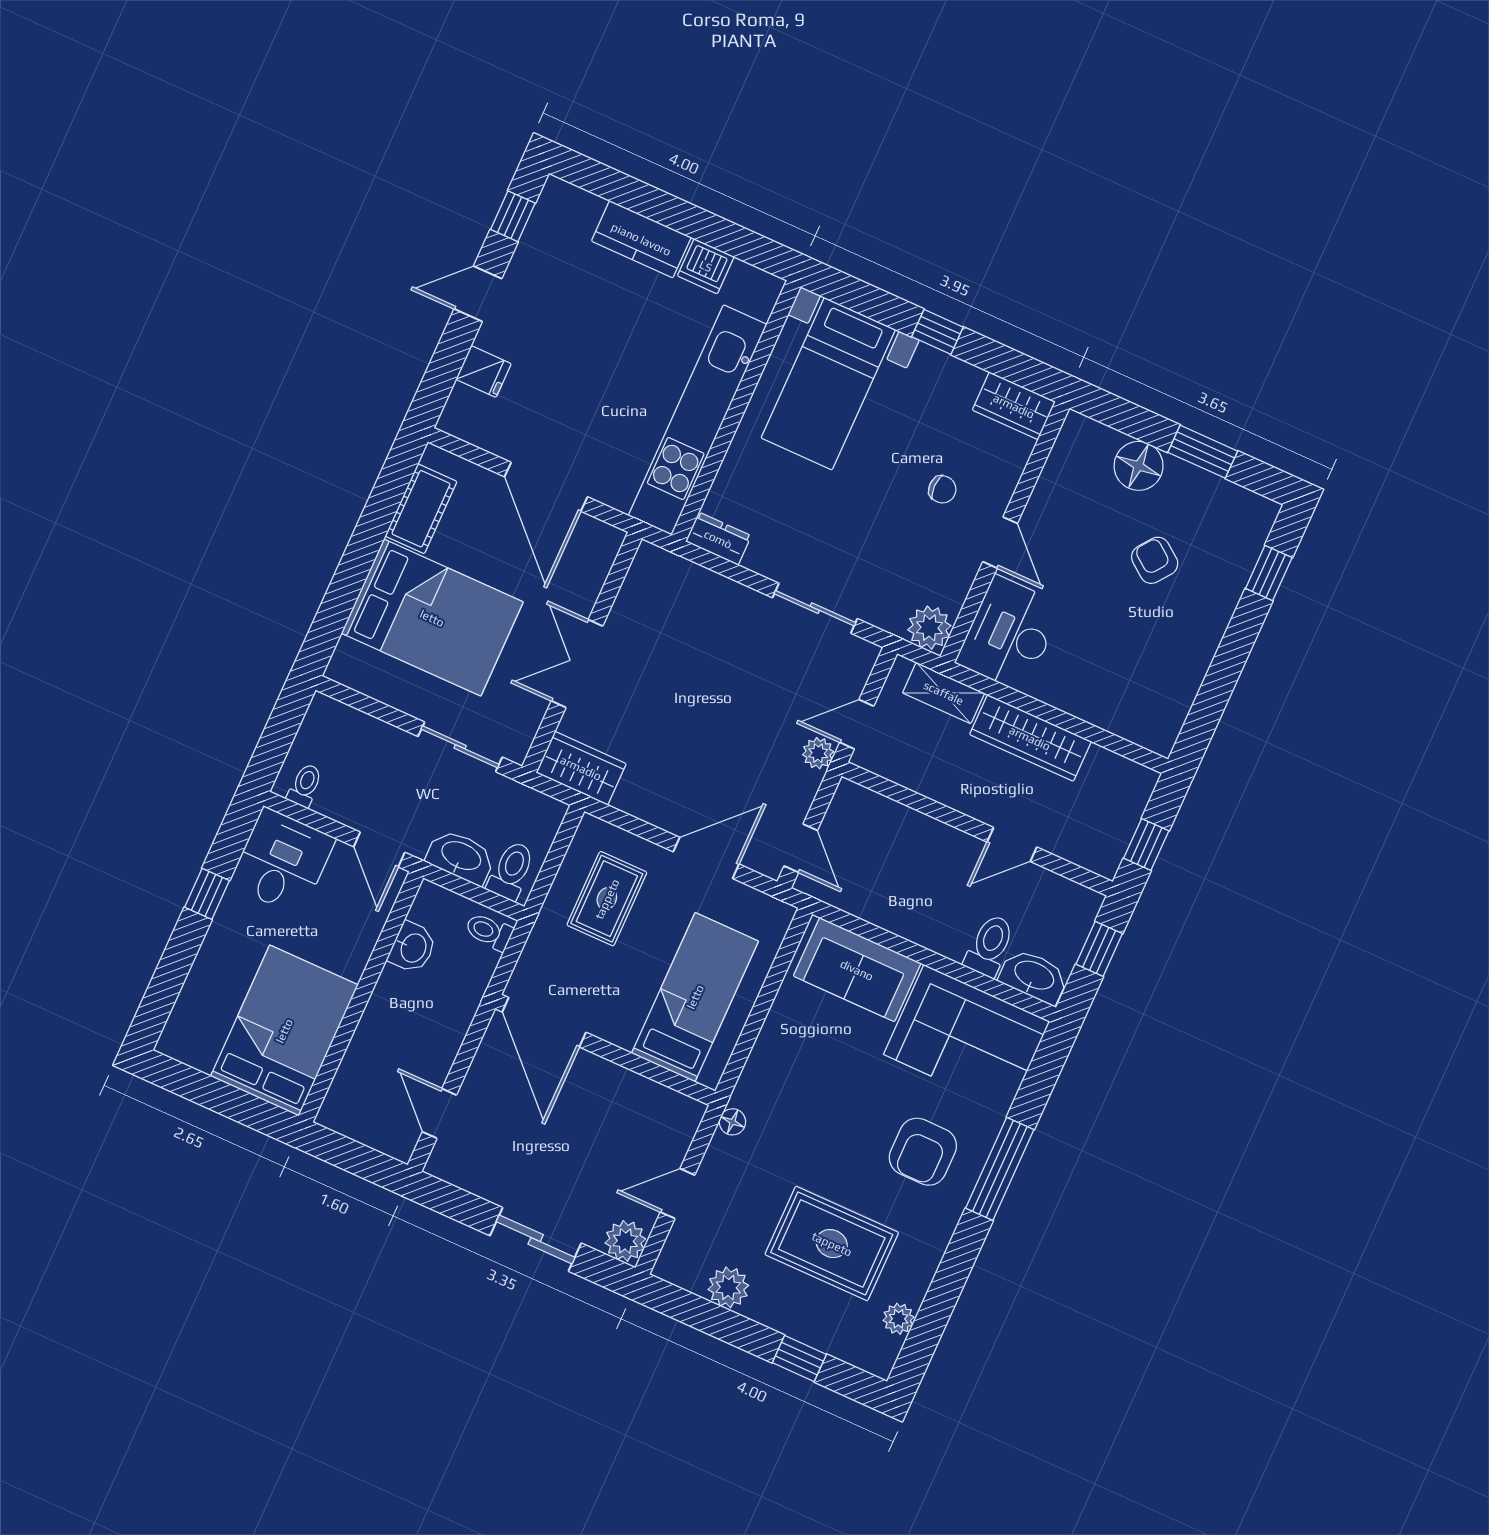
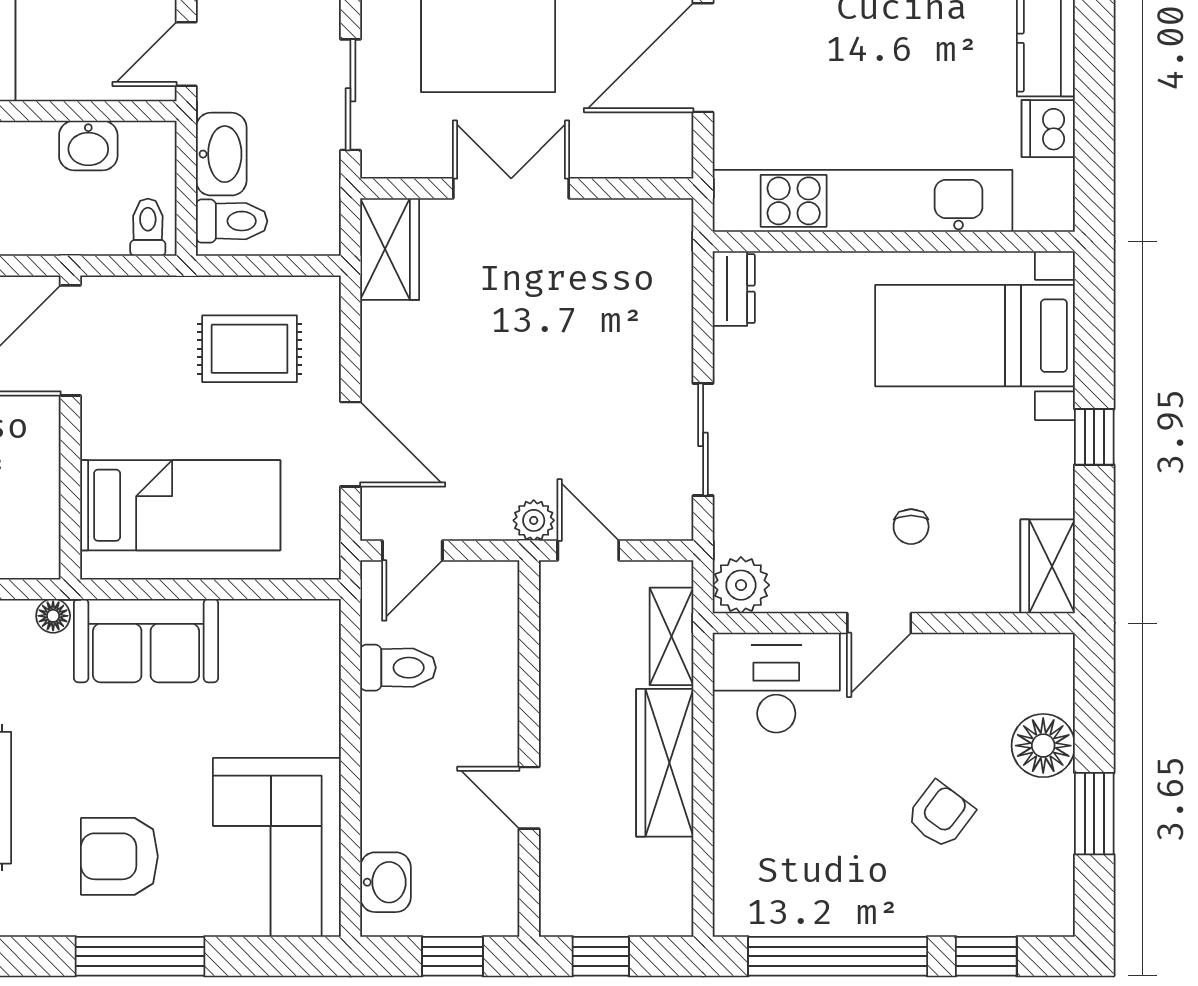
window: (1222, 678) -> (838, 956), added
toilet: (990, 946) -> (398, 668), moved
sofa: (857, 970) -> (146, 641), moved, turned -90
washbasin: (1034, 976) -> (385, 882), width x0.72

